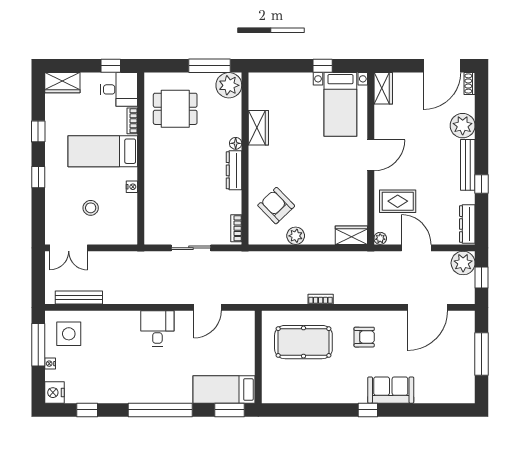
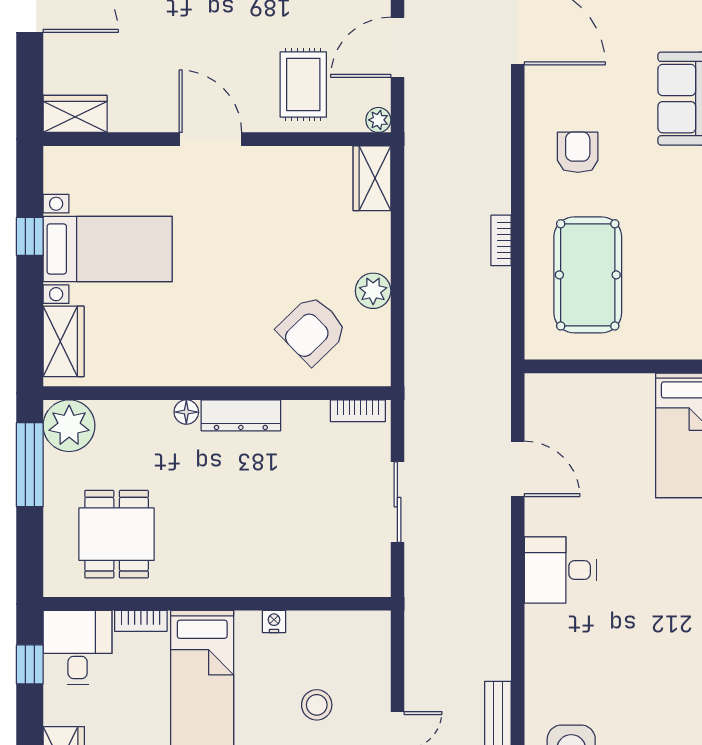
bed with nightstands: (340, 104) -> (108, 249), moved
wardrobe: (258, 128) -> (64, 341), moved, turned 90

